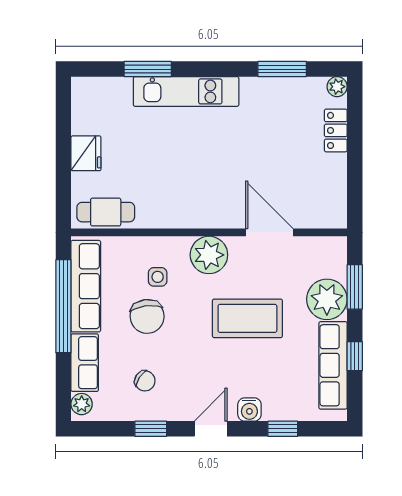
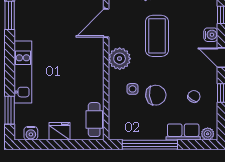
window: (148, 69) -> (10, 110), moved
water cooler: (83, 105) -> (31, 133), added
row of seats: (86, 286) -> (138, 131), removed

